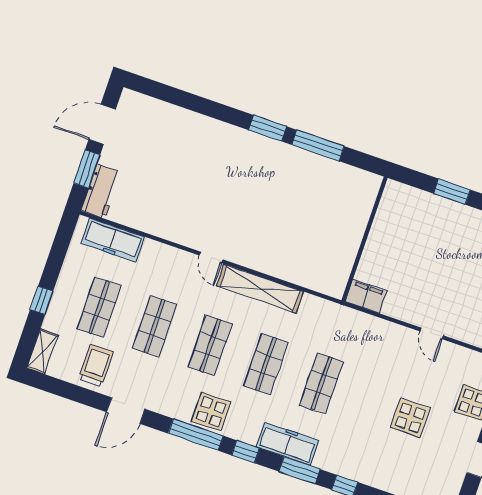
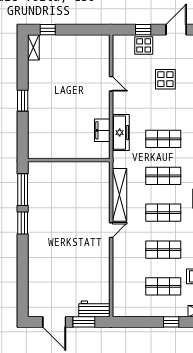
wall: (365, 239) -> (69, 160), moved
freezer: (113, 240) -> (121, 133), moved
door: (432, 333) -> (111, 84), hinge flipped

